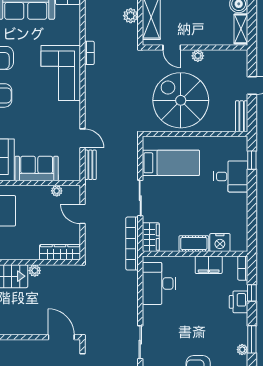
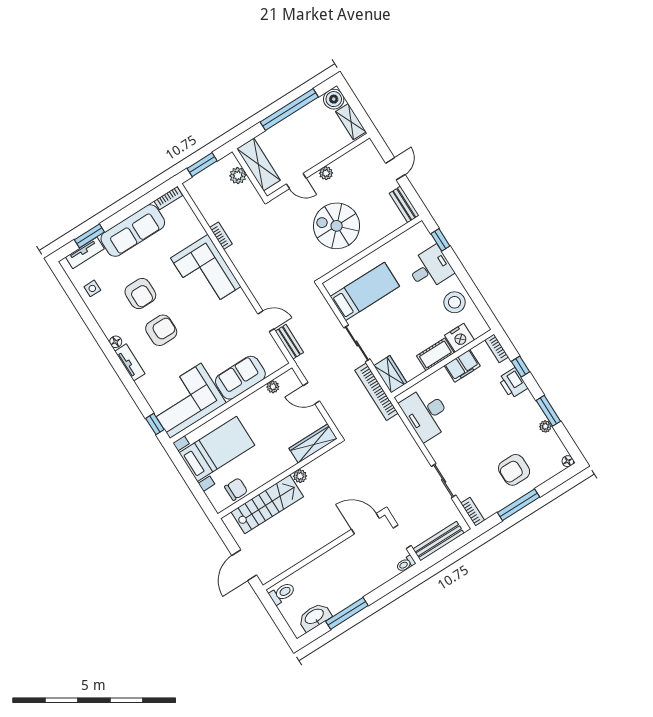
spiral stairs: (181, 100) -> (337, 226), width x0.73, depth x0.73
stool: (233, 213) -> (455, 302), added

